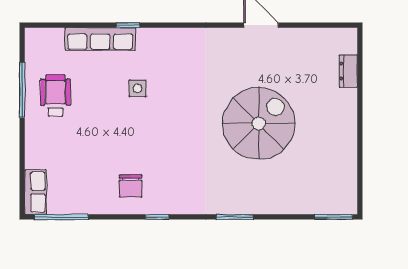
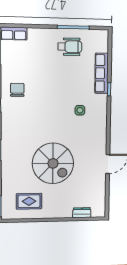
side table: (137, 88) -> (80, 110), moved
rug: (326, 165) -> (29, 201), added
chair: (131, 186) -> (17, 90), turned 90

